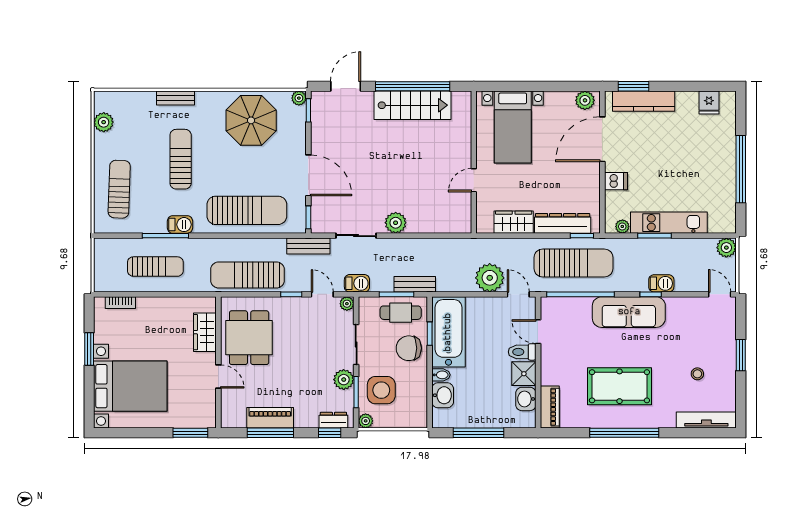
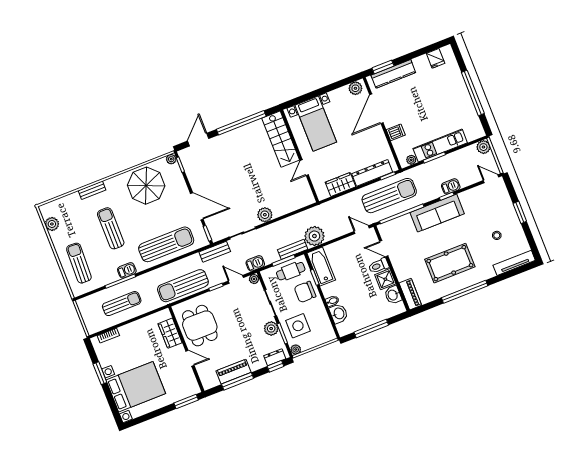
stairs: (412, 105) -> (281, 139), moved, turned 90
plant: (490, 278) -> (314, 236), moved
bathtub: (448, 332) -> (321, 267), width x0.73, depth x0.73

